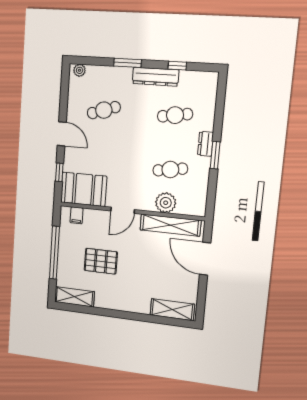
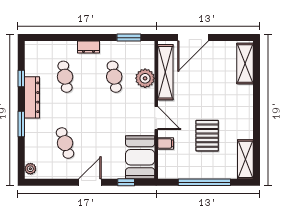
window: (215, 155) -> (129, 38), moved
filing cabinet: (77, 215) -> (166, 143), moved

